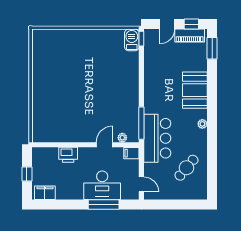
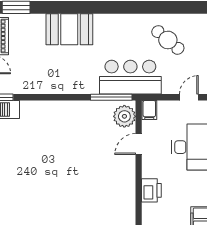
plant: (202, 124) -> (112, 20), removed
plant: (122, 138) -> (124, 116), width x1.87, depth x1.87
door: (105, 145) -> (139, 144), hinge flipped

